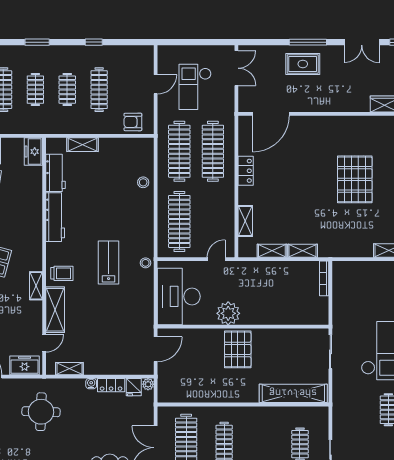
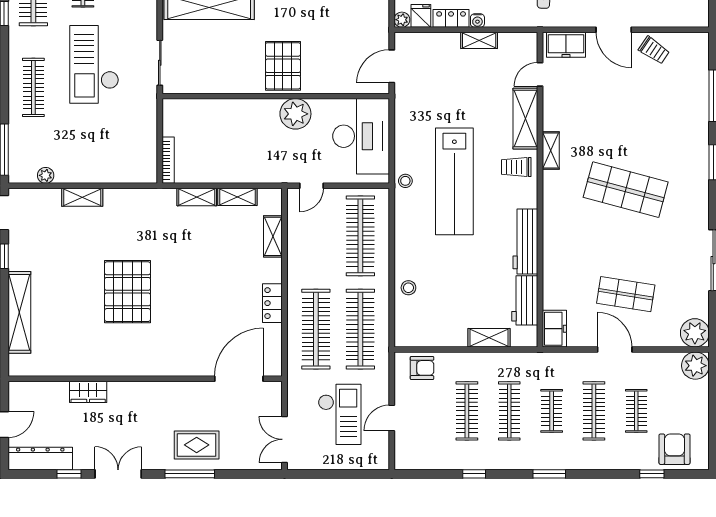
clothes rail: (67, 90) -> (509, 411), width x1.36
lab bench: (109, 263) -> (454, 181), width x1.86, depth x1.39
shelving: (69, 369) -> (479, 40), moved

